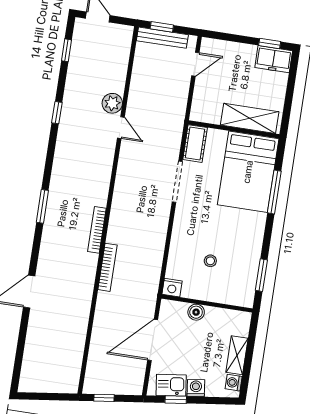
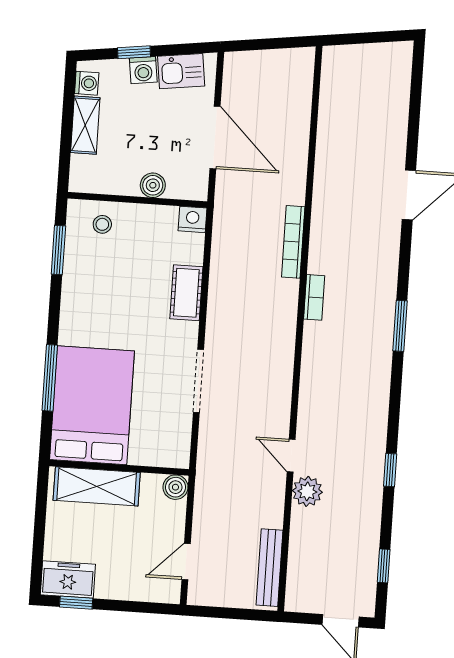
window: (162, 27) -> (242, 614), removed
bench: (162, 38) -> (269, 568), moved, turned 90
boiler: (198, 114) -> (175, 487), added
cot: (195, 144) -> (186, 293), moved
bookcase: (97, 230) -> (314, 297), width x0.64
stool: (210, 261) -> (102, 224), moved
door: (153, 340) -> (215, 137), hinge flipped
window: (104, 398) -> (281, 43), removed
window: (176, 400) -> (134, 52), moved

